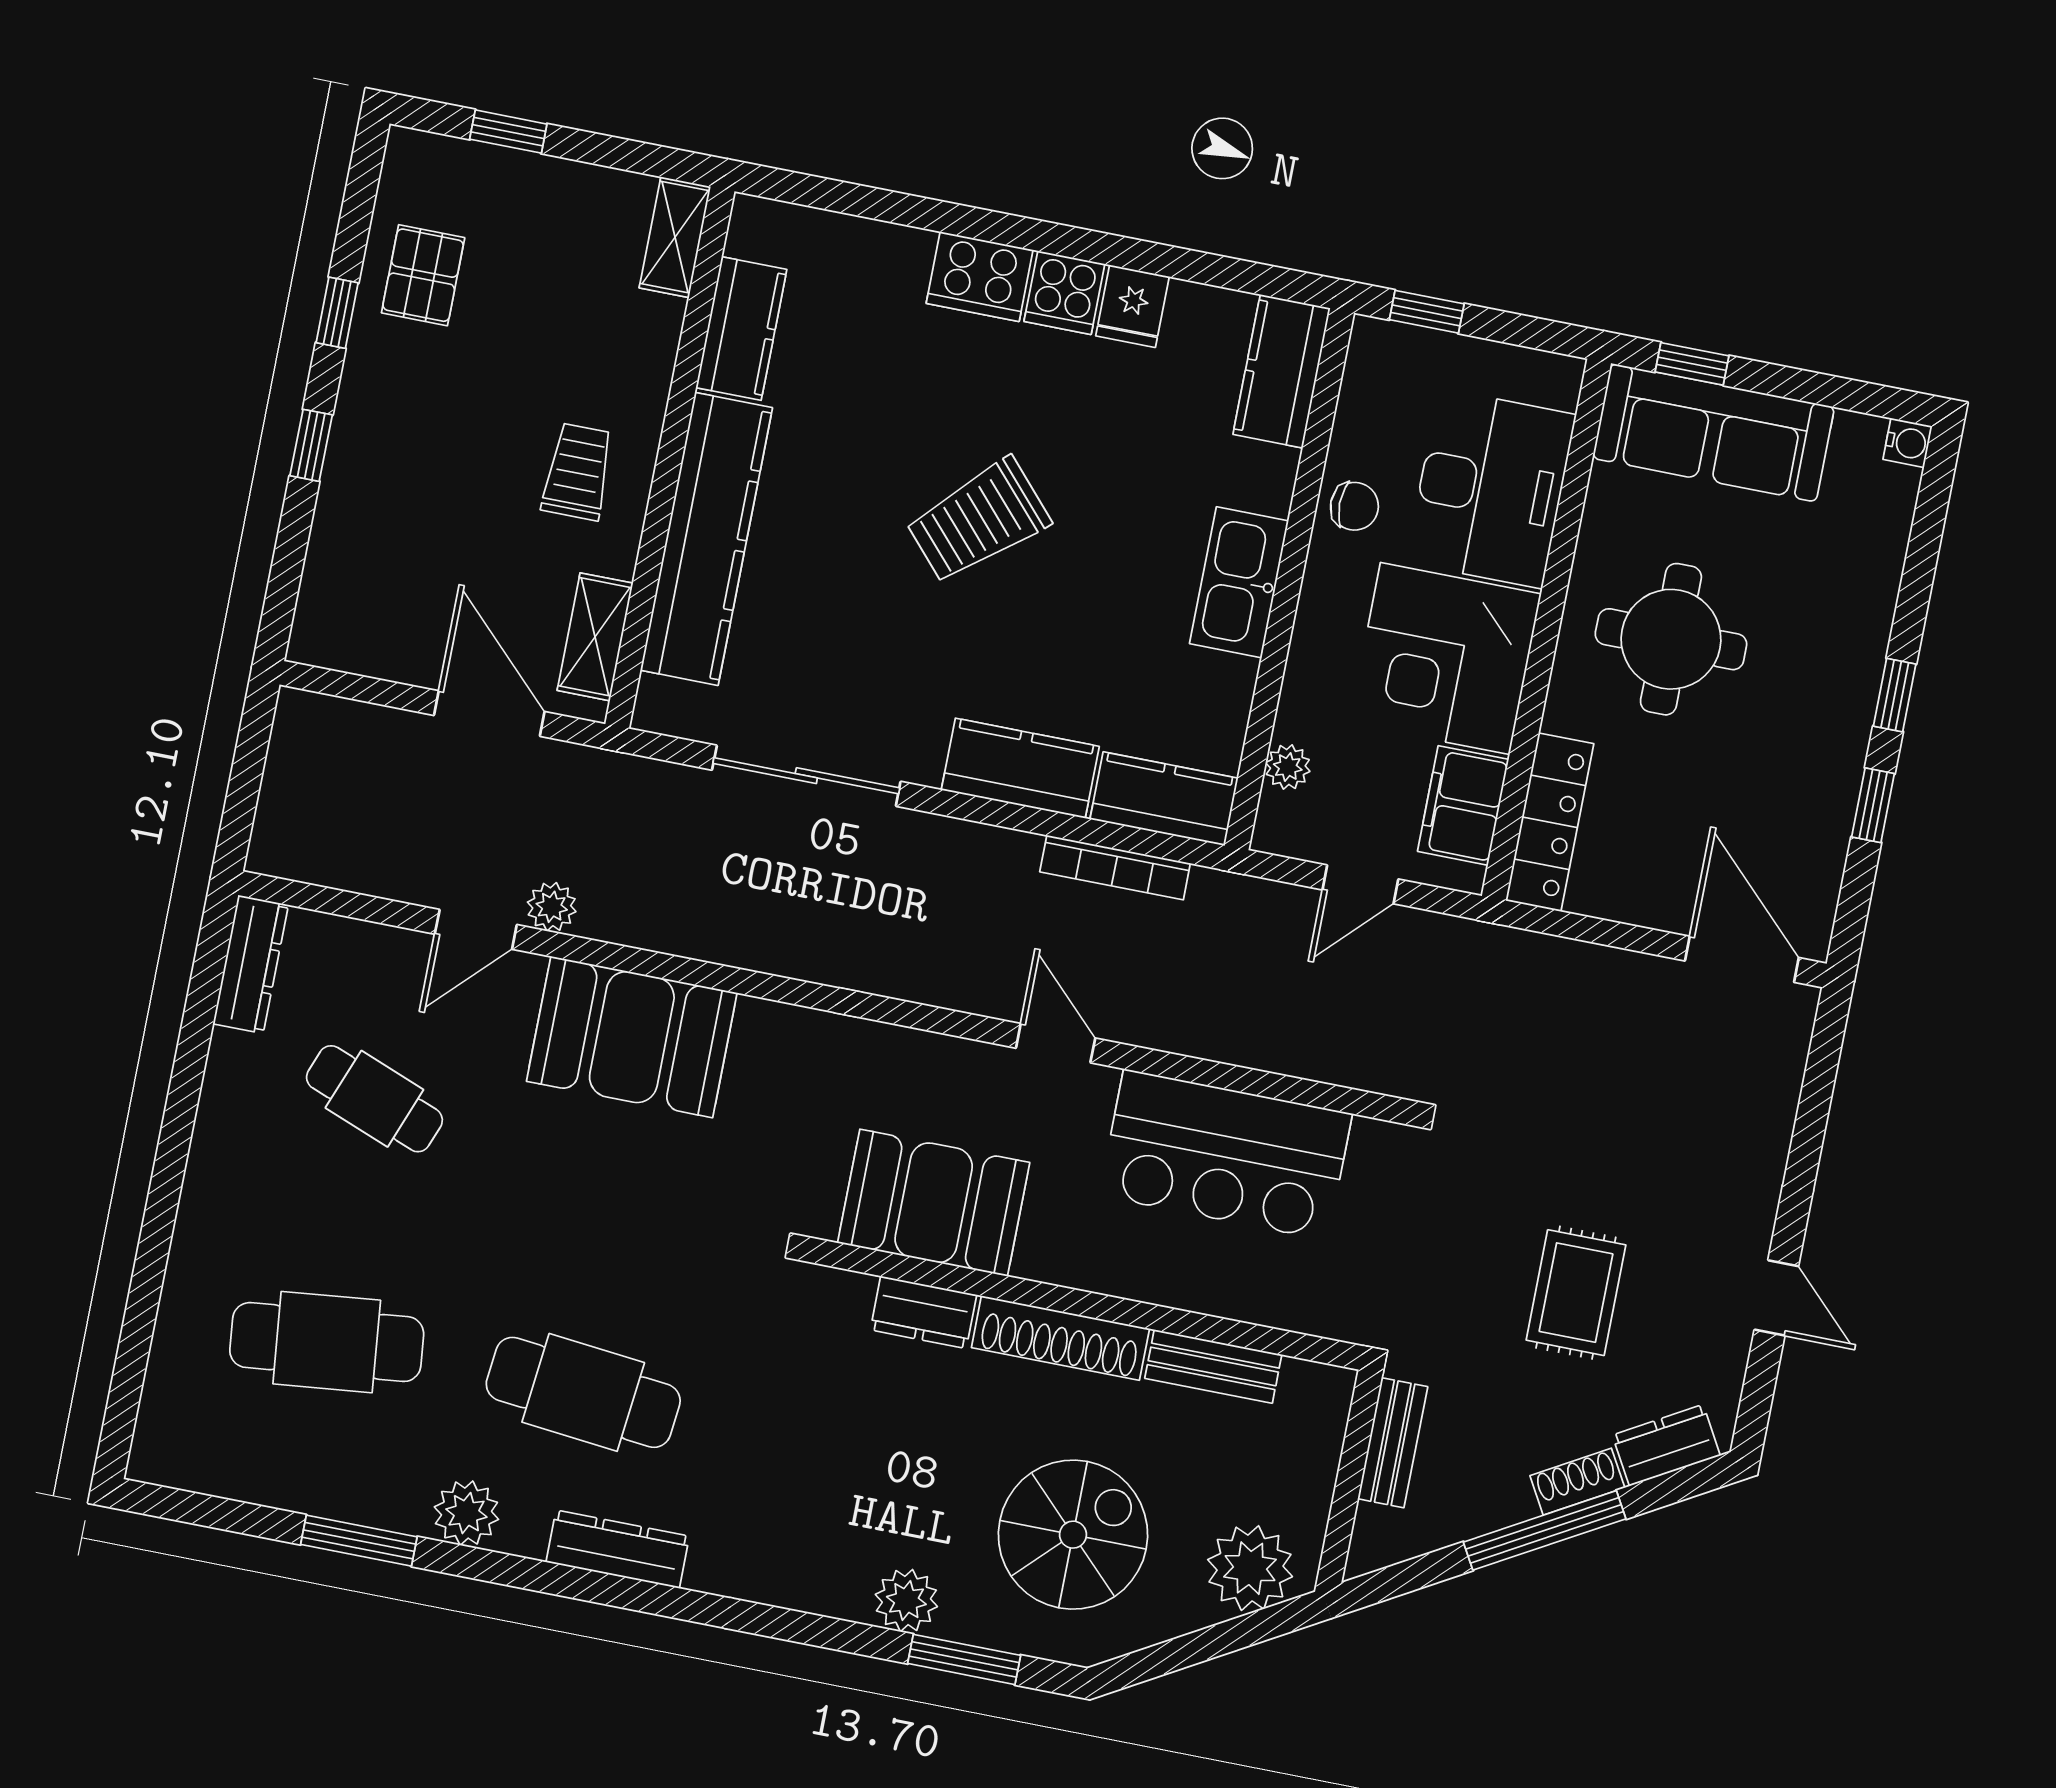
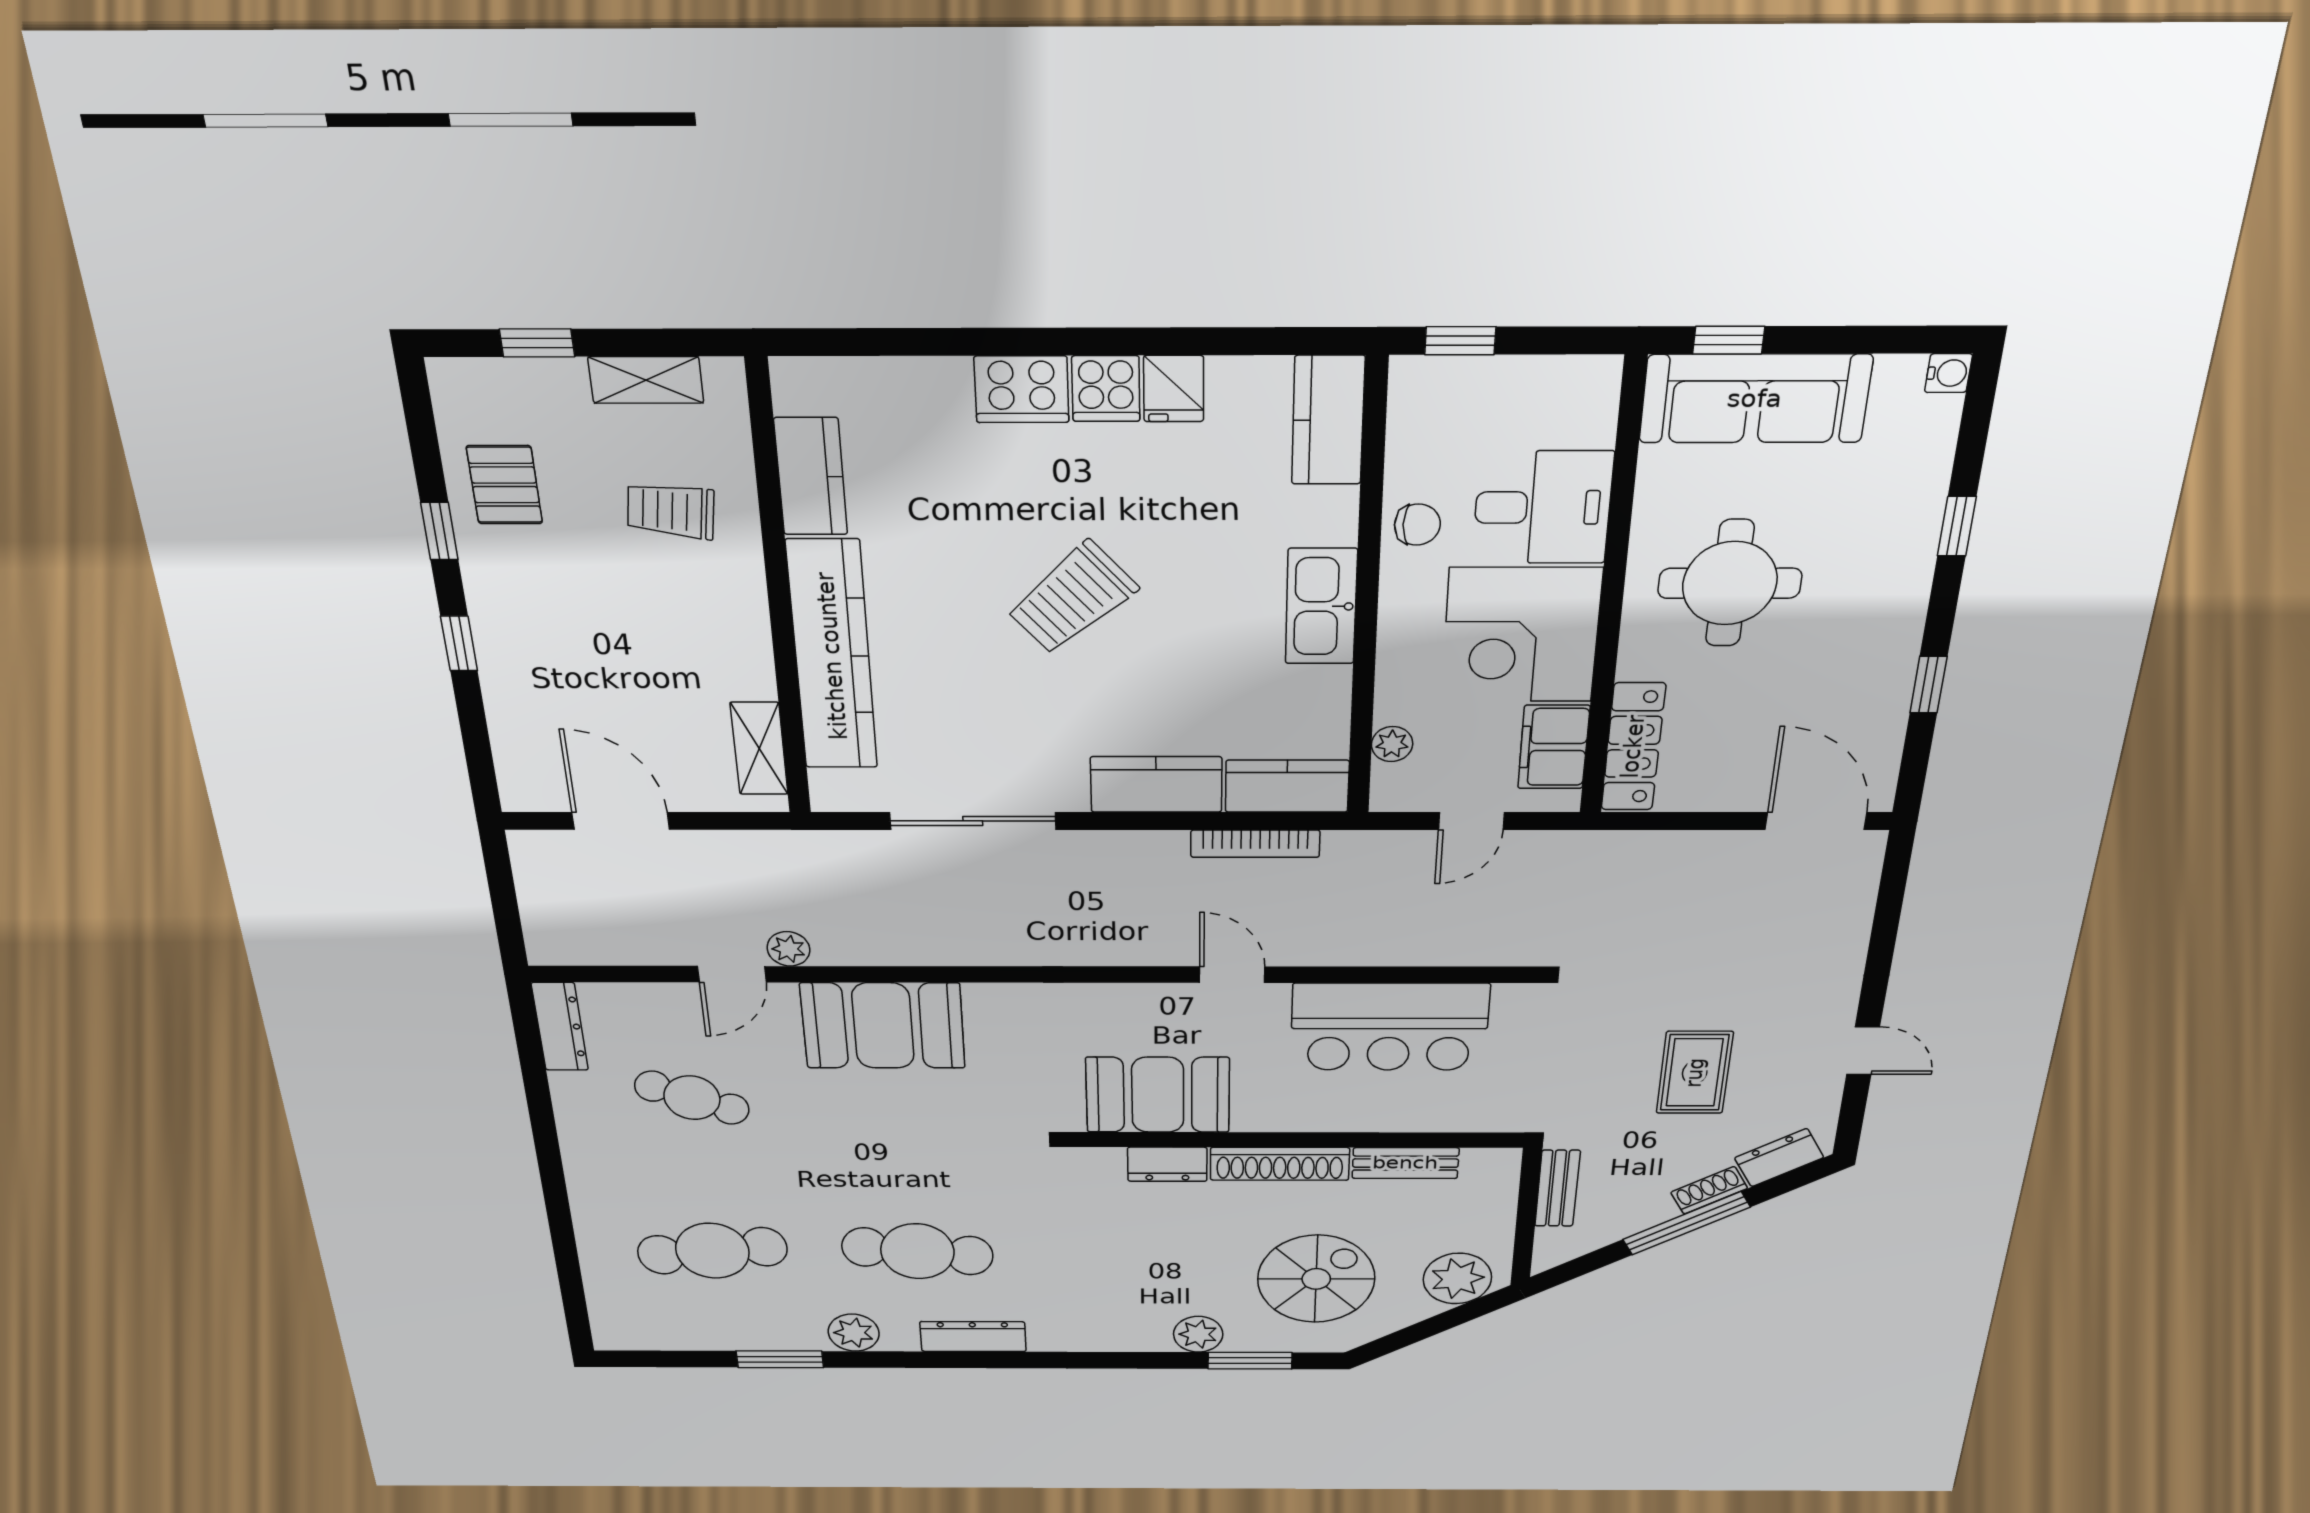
shelving: (675, 237) -> (646, 380), moved, turned 90
trolley: (578, 472) -> (671, 511), moved, turned -83
desk: (1491, 488) -> (1543, 507), width x0.73
window: (1895, 695) -> (1957, 526), moved
door: (489, 714) -> (621, 821), moved

